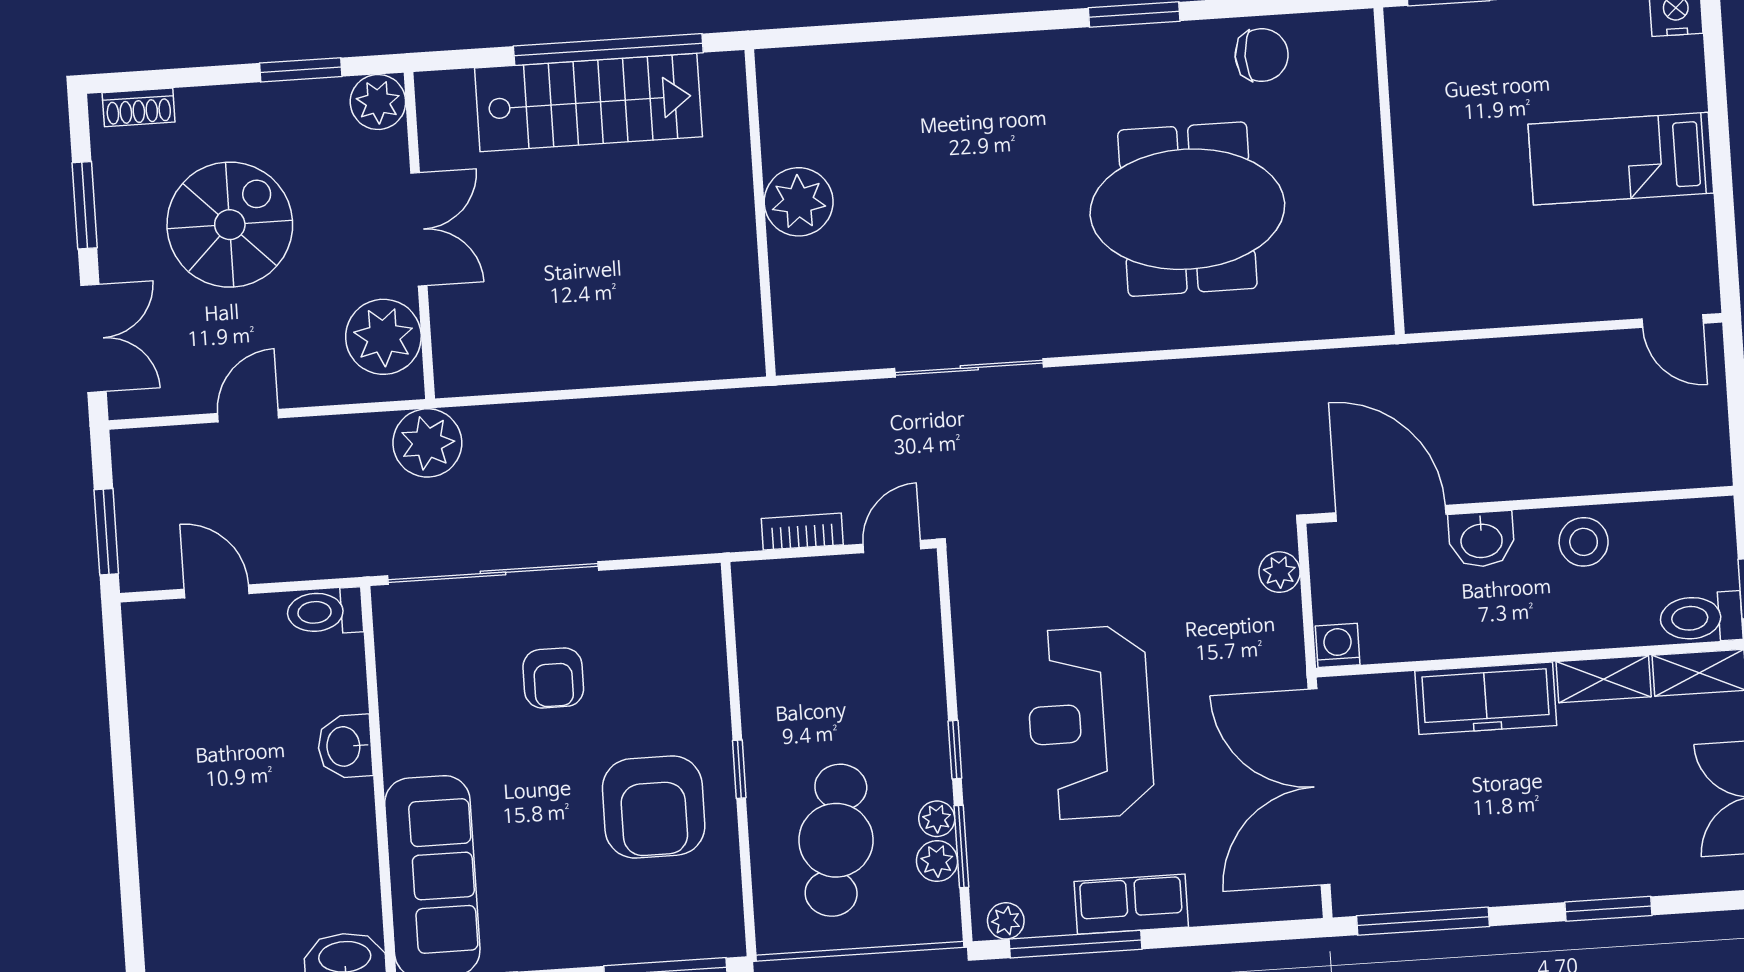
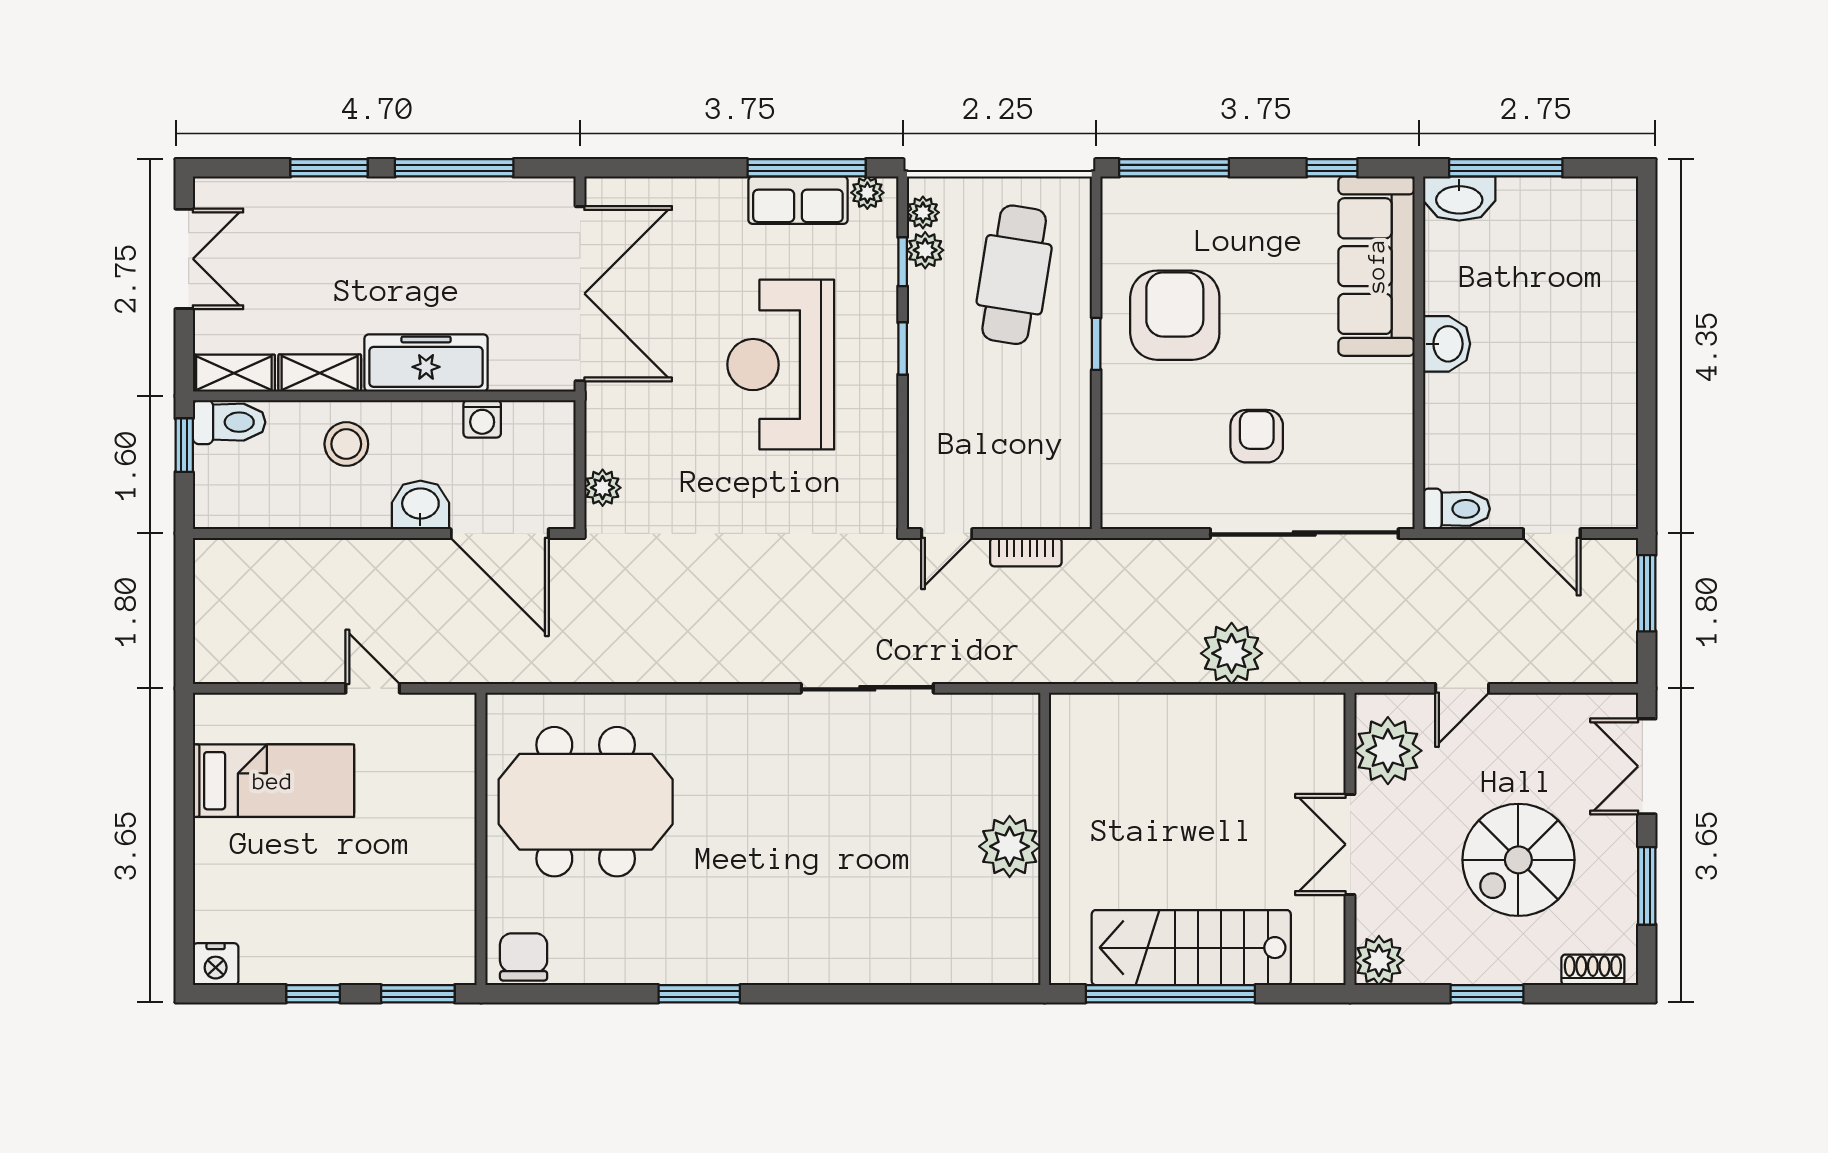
chair: (1262, 55) -> (524, 957), moved, turned 90
window: (301, 70) -> (1487, 994), moved
bed: (1621, 159) -> (273, 781), moved
meeting table: (1187, 209) -> (586, 802), moved
door: (1673, 321) -> (373, 688), moved
door: (248, 416) -> (1462, 688), moved
plant: (427, 443) -> (1232, 653), moved
stool: (1584, 542) -> (346, 444), moved
washing machine: (1338, 645) -> (482, 419), moved
reception desk: (1090, 723) -> (781, 365), turned 180
washbasin: (345, 746) -> (1447, 344), moved
plant: (937, 819) -> (923, 212), moved
window: (961, 846) -> (903, 262), width x0.67
row of seats: (1131, 904) -> (798, 200), moved
window: (1423, 921) -> (454, 168), moved

